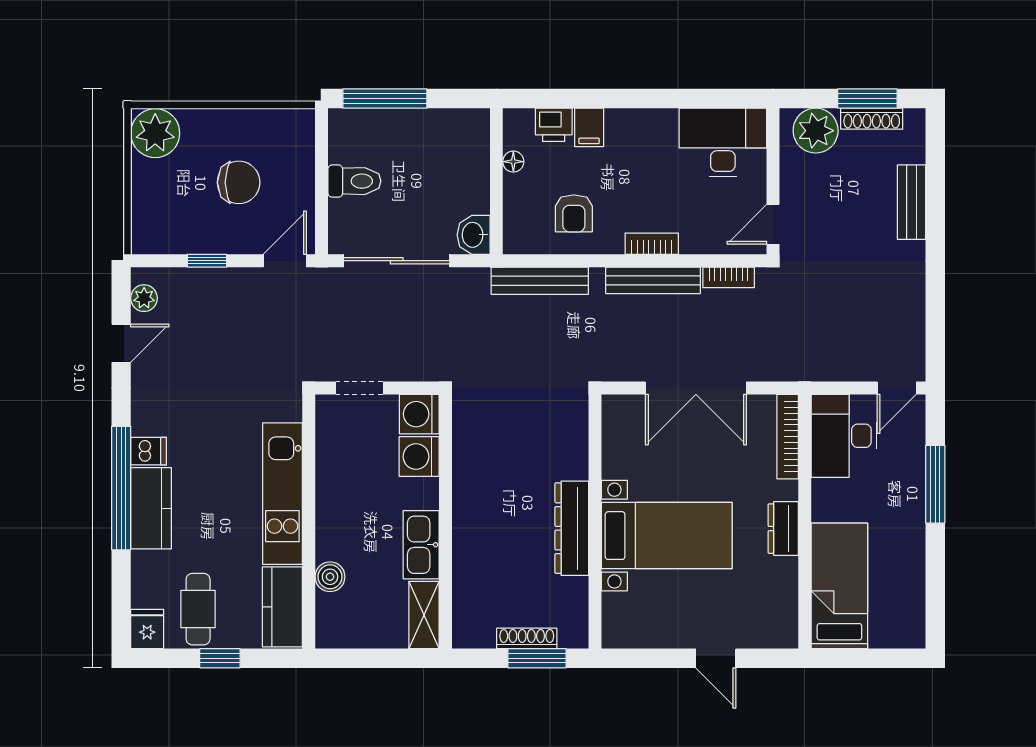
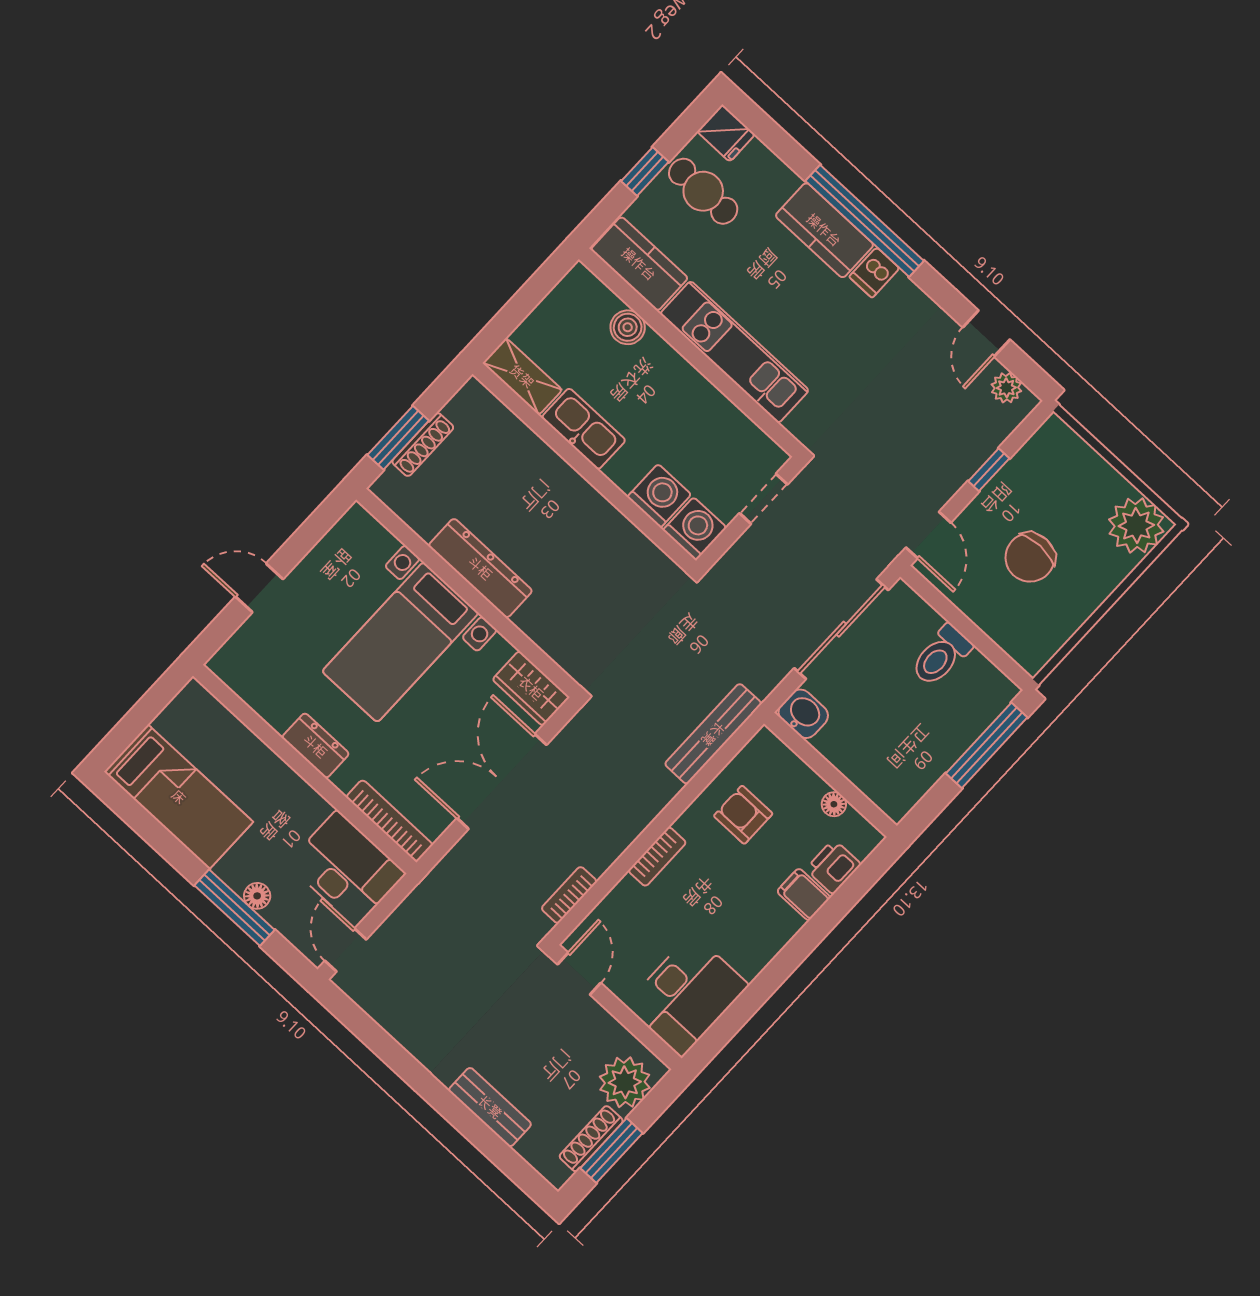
bench: (653, 280) -> (625, 829), removed
wardrobe: (619, 424) -> (531, 688), added
floor lamp: (914, 477) -> (257, 896), added
bed: (839, 586) -> (179, 797), moved

